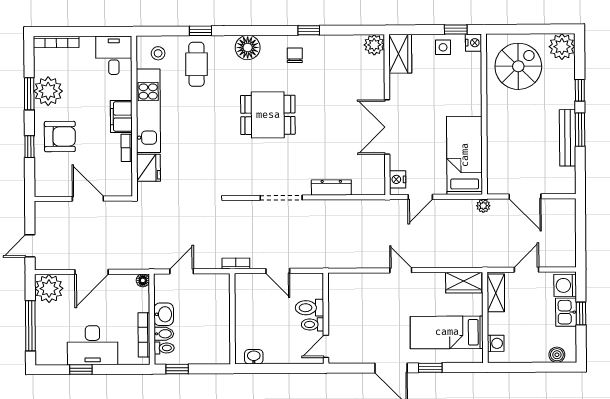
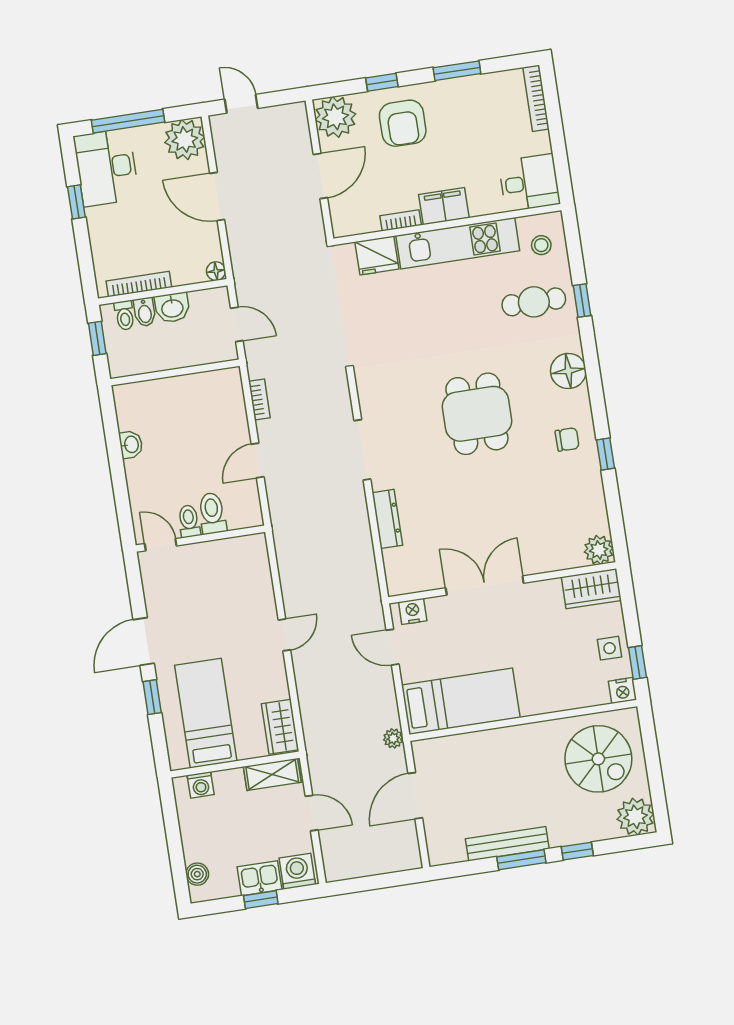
plant: (48, 91) -> (335, 117), moved
wall: (232, 319) -> (175, 372), moved
desk: (93, 345) -> (106, 167), moved

